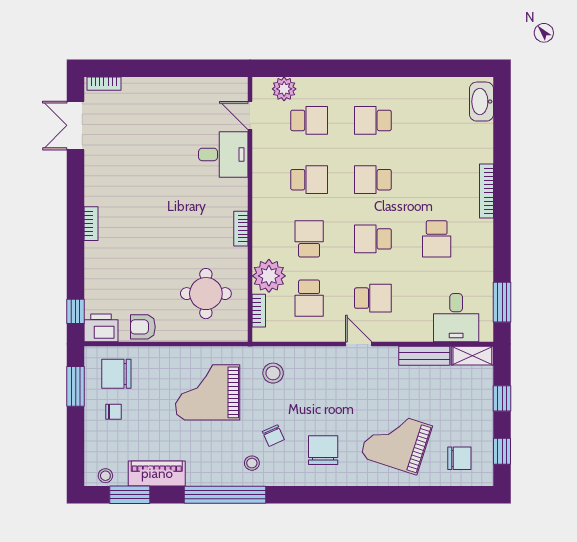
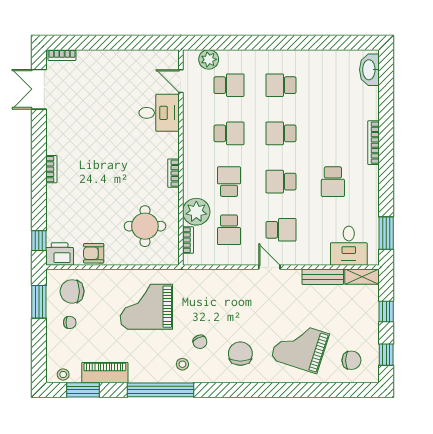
stool: (273, 373) -> (200, 291), removed

